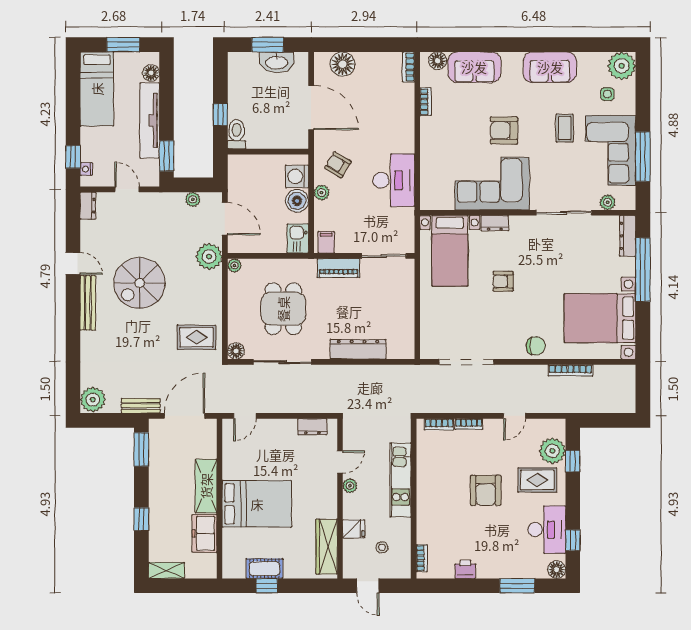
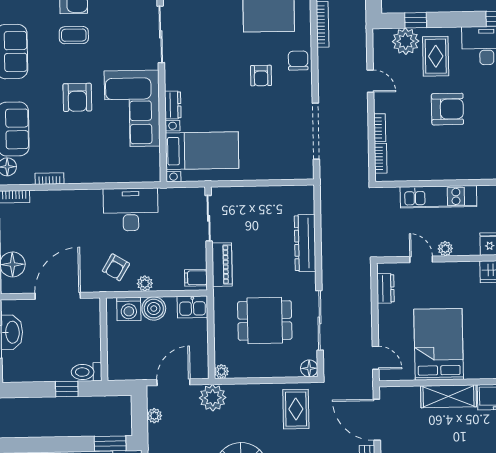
armchair: (503, 281) -> (261, 76), moved
bed: (257, 504) -> (439, 344), moved

